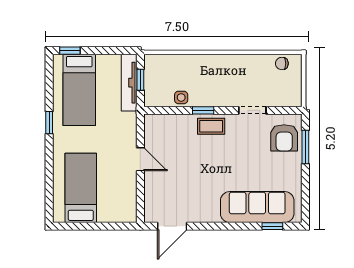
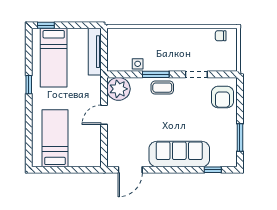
window: (140, 80) -> (104, 49), removed
window: (203, 110) -> (156, 74), width x1.50
plant: (158, 128) -> (118, 89), added
window: (305, 147) -> (240, 138), moved
door: (140, 159) -> (104, 115), swing flipped
sofa: (257, 207) -> (179, 154), moved

